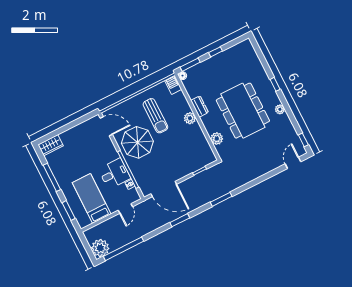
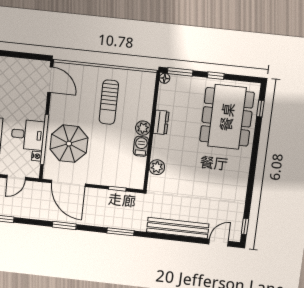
window: (275, 84) -> (260, 109), moved
barbecue: (173, 85) -> (141, 146), moved
plant: (280, 109) -> (242, 180), removed
dining table: (243, 111) -> (227, 117), moved
parasol: (137, 142) -> (69, 144), moved
bench: (258, 171) -> (178, 228), added

